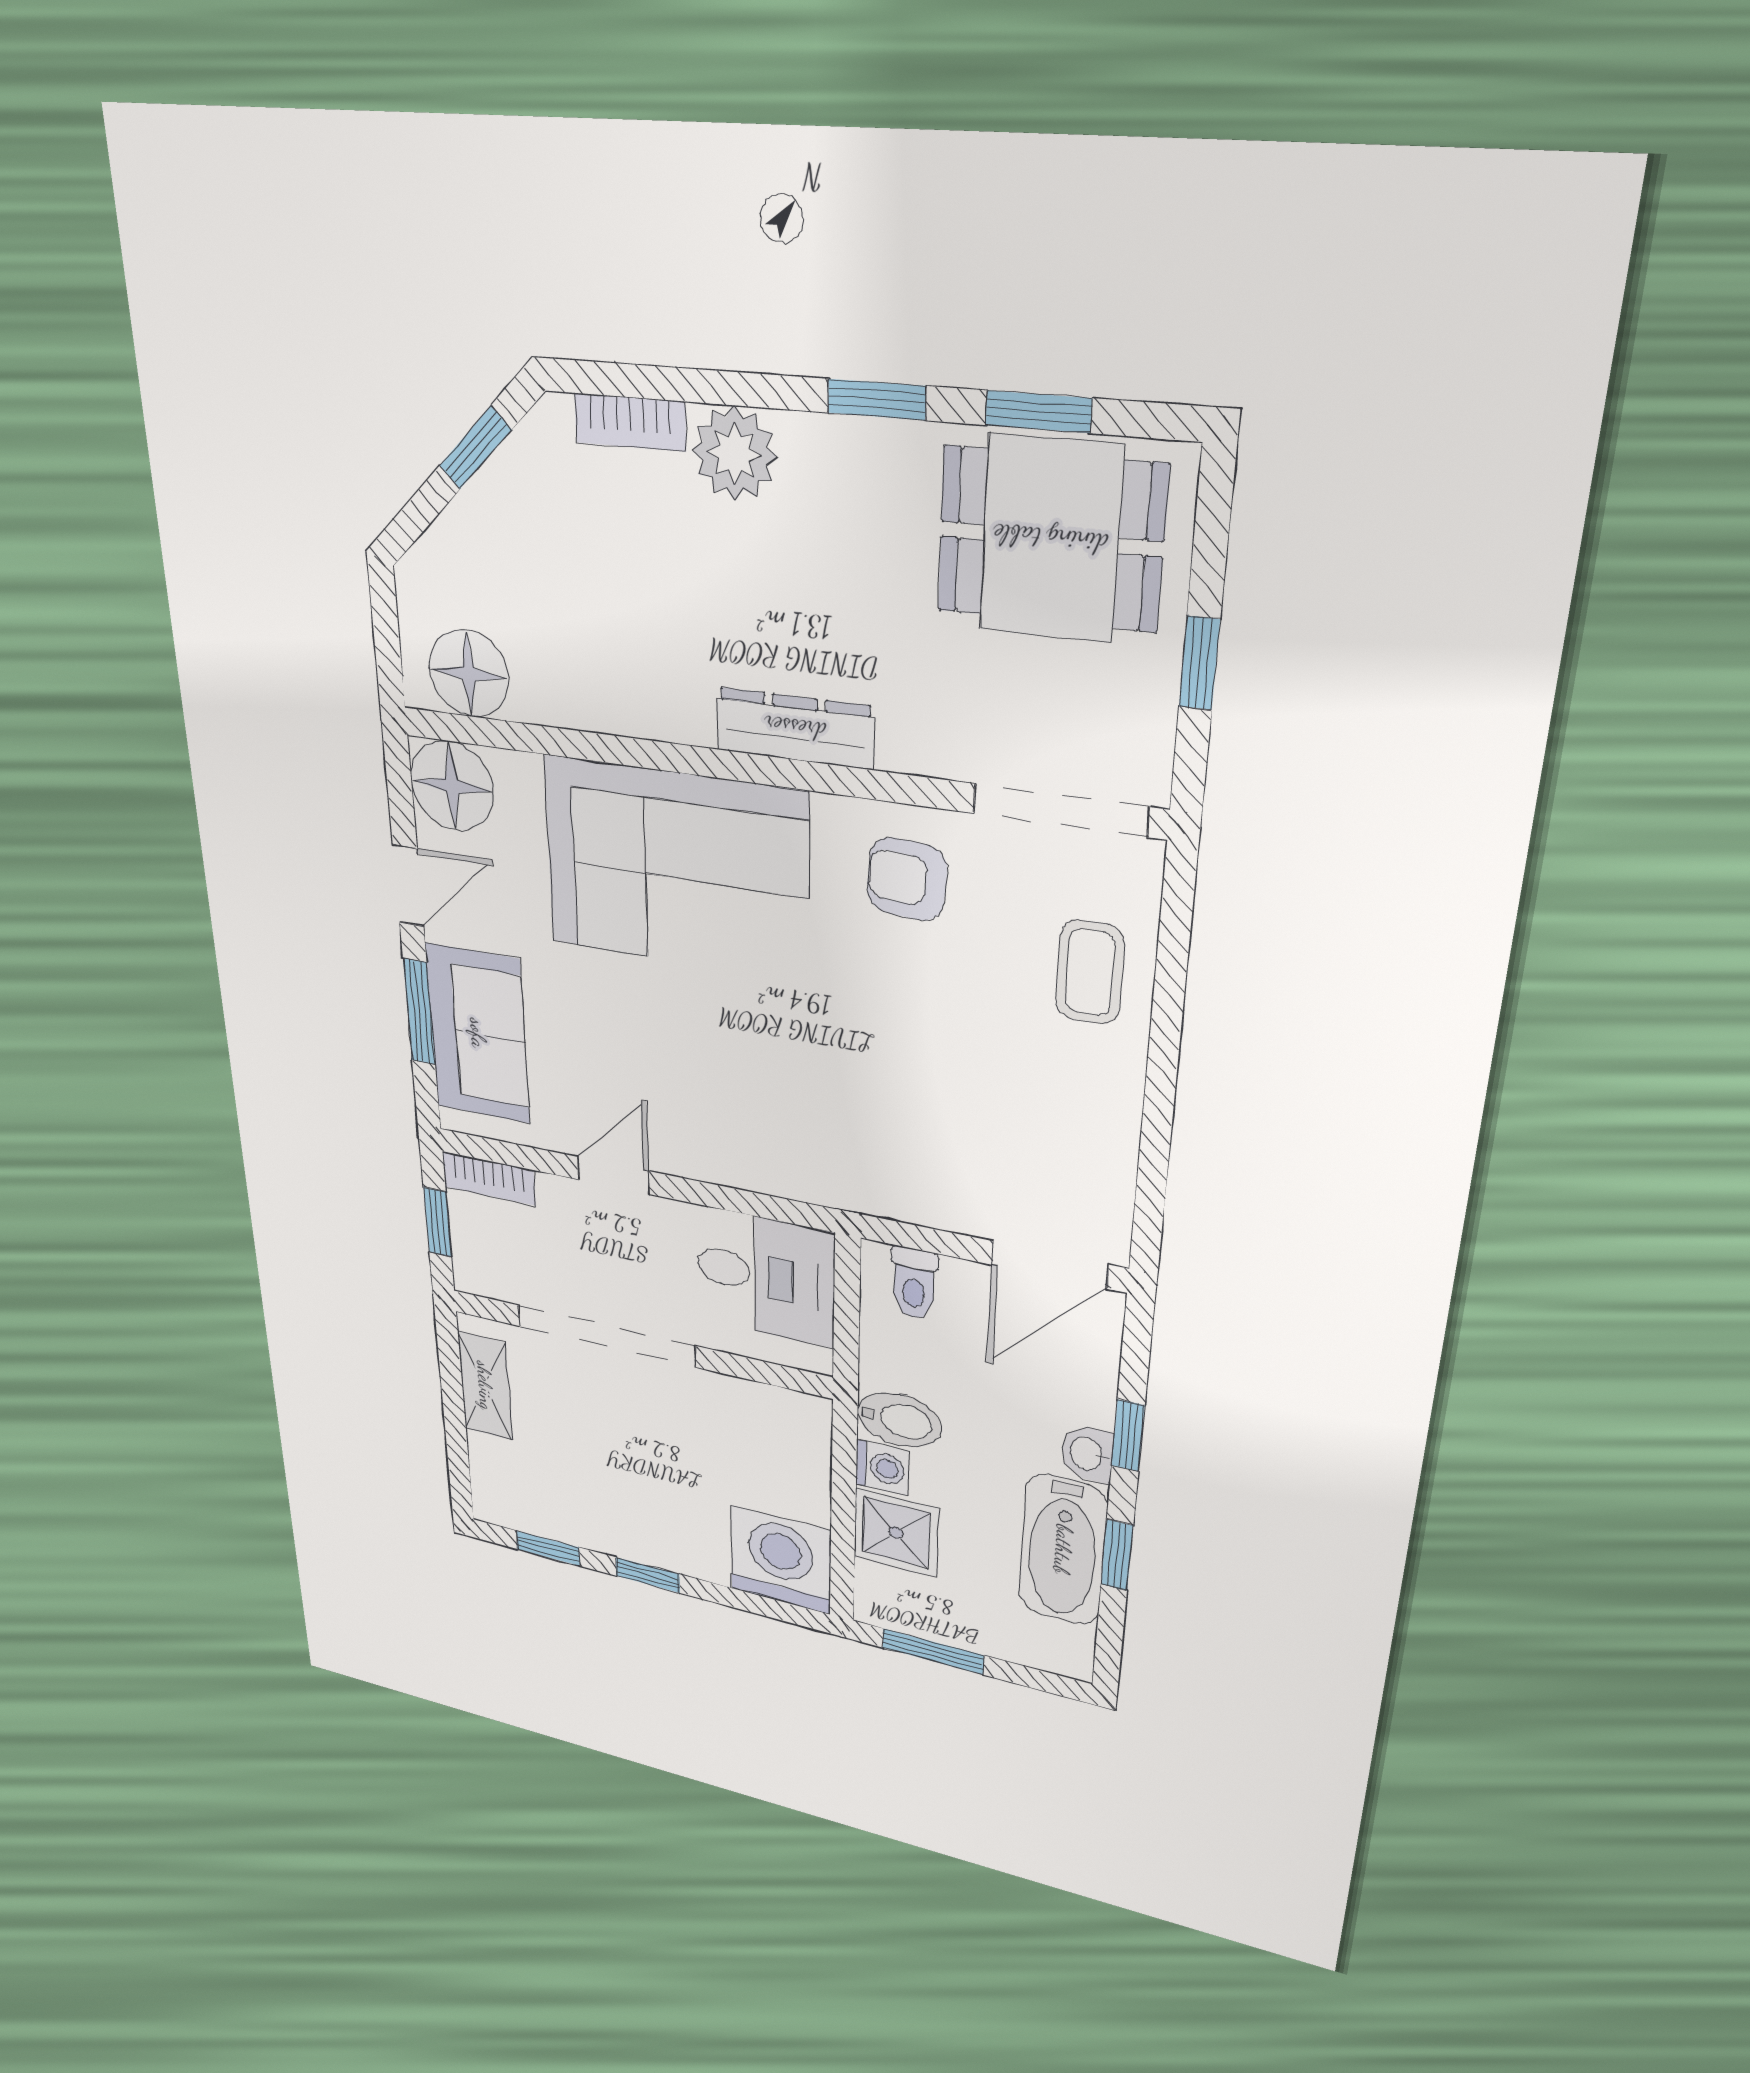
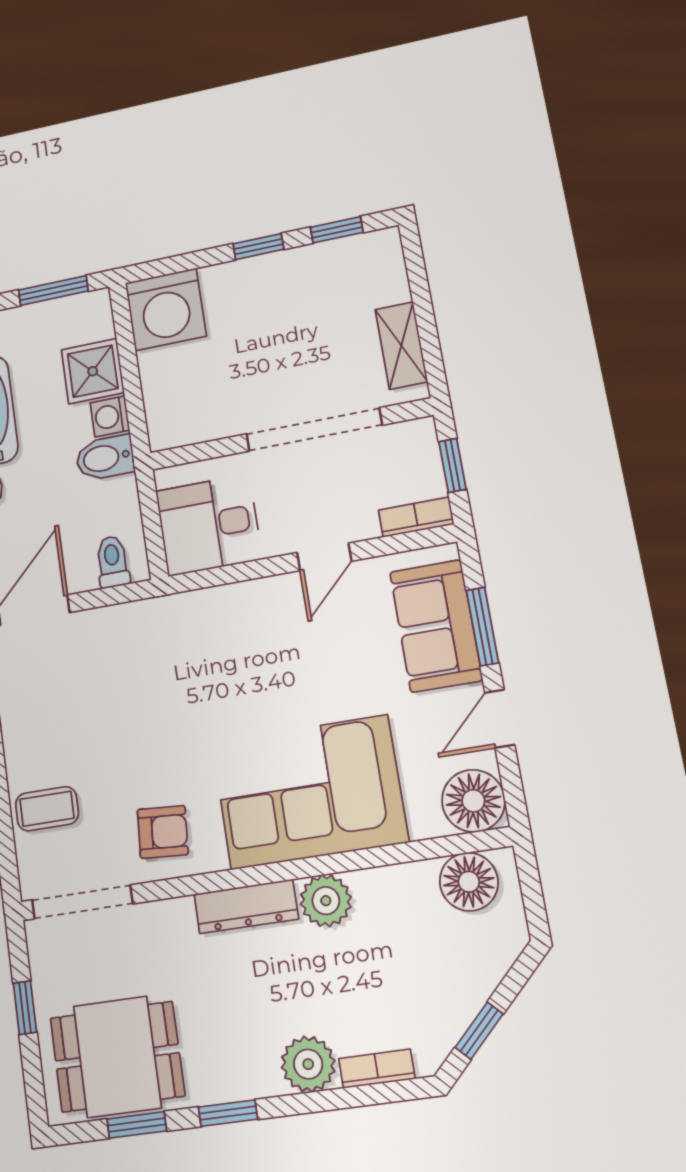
plant: (673, 703) -> (326, 901), added
coffee table: (1090, 972) -> (47, 809), turned 90

